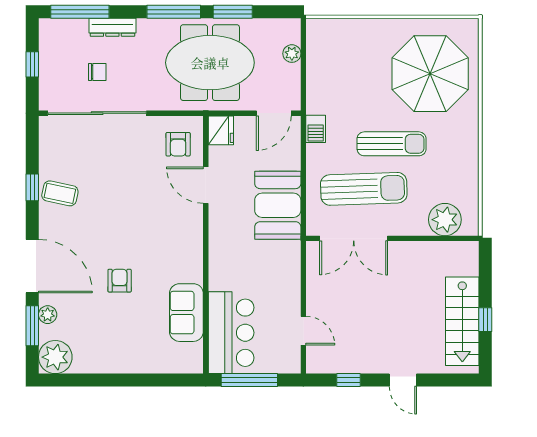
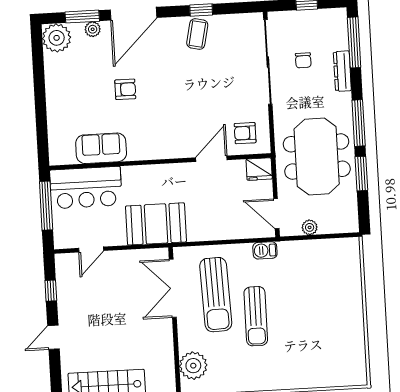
plant: (292, 54) -> (310, 227), moved
parasol: (430, 74) -> (318, 346), removed
booth: (278, 205) -> (156, 224), moved

